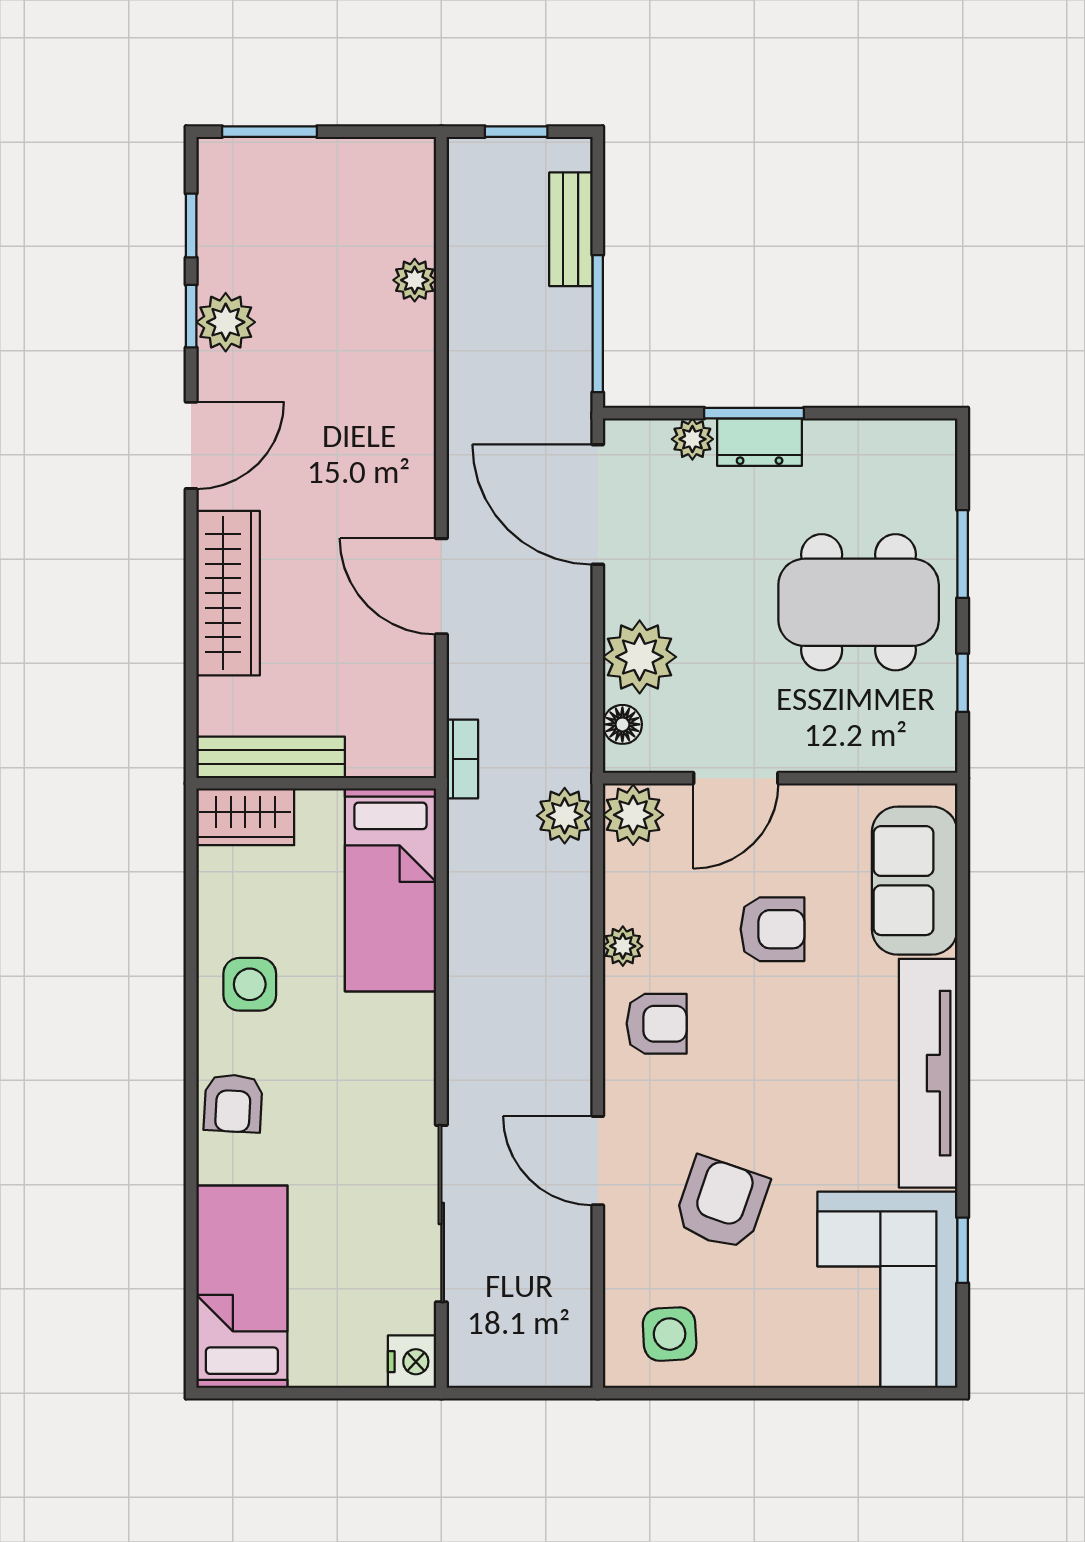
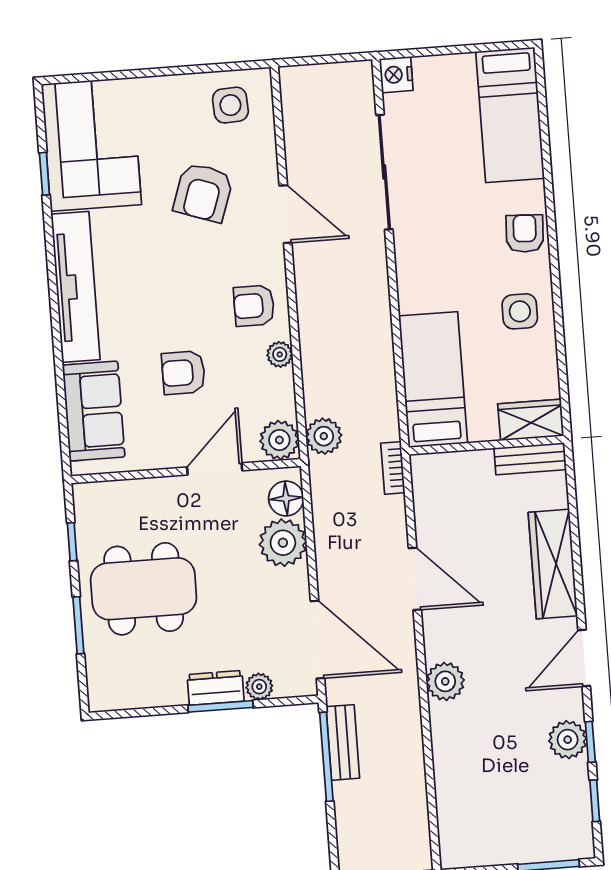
bench: (571, 229) -> (343, 742), moved
plant: (415, 280) -> (445, 681), moved, width x1.38, depth x1.38
floor lamp: (622, 724) -> (286, 498), width x1.37, depth x1.37
bench: (271, 757) -> (530, 459), width x0.73

